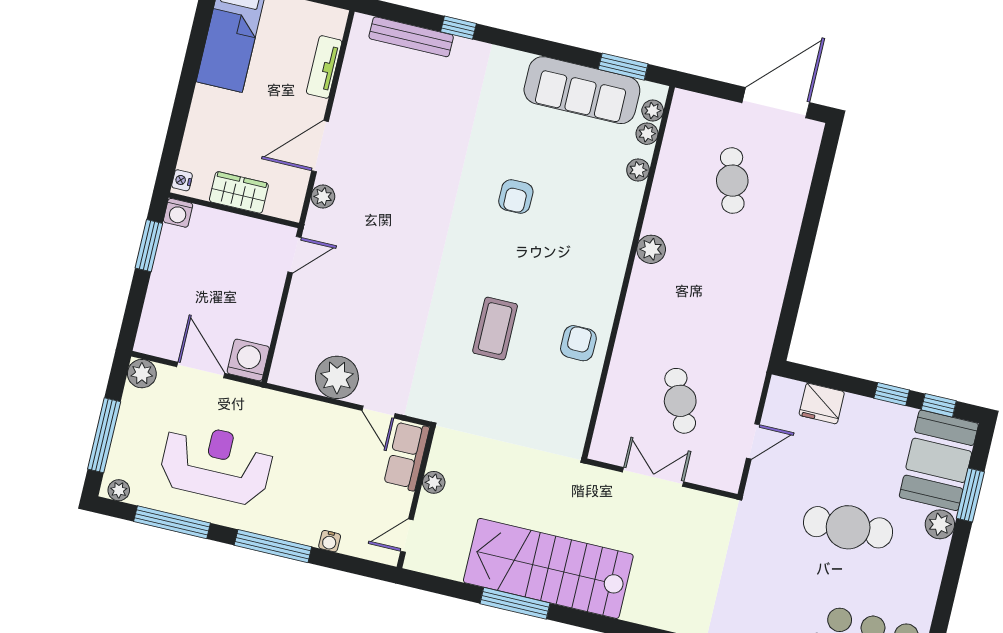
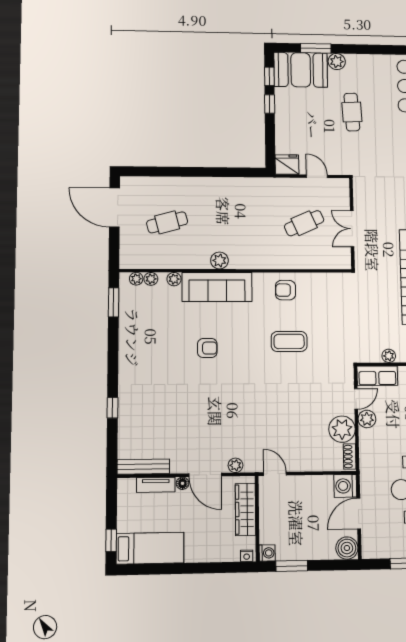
bench: (411, 37) -> (143, 467), moved, turned 90
sofa: (582, 90) -> (217, 287), moved, turned 90
floor lamp: (316, 108) -> (183, 483), added
wardrobe: (239, 192) -> (245, 509), width x1.50
boiler: (154, 338) -> (347, 548), added
plant: (142, 374) -> (367, 419), moved
shoe rack: (292, 379) -> (350, 457), added
fridge: (822, 403) -> (287, 165), moved, turned -90
cafe table: (848, 527) -> (352, 112), width x0.73, depth x0.74

